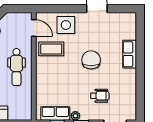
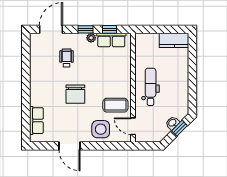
row of seats: (130, 54) -> (36, 121), moved
wheelchair: (100, 96) -> (67, 58), turned 90

